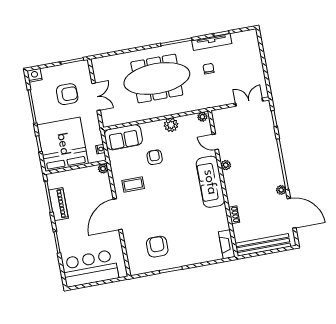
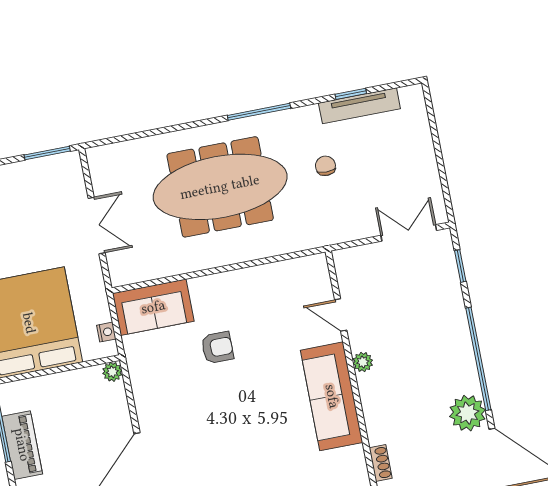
tv unit: (212, 42) -> (359, 106), moved
armchair: (67, 94) -> (38, 221), removed
plant: (202, 117) -> (314, 264), removed
plant: (171, 125) -> (250, 281), removed
armchair: (155, 157) -> (217, 348), turned 90
coffee table: (133, 184) -> (174, 403), removed
plant: (281, 190) -> (467, 413), width x1.88, depth x1.88

